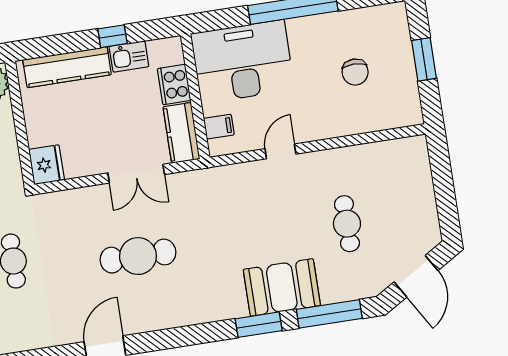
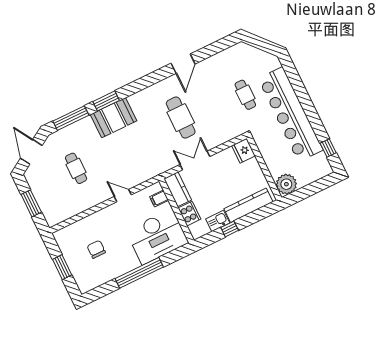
door: (280, 151) -> (123, 196), swing flipped
window: (444, 187) -> (31, 203), added
cafe table: (138, 256) -> (181, 118), turned 90
booth: (282, 287) -> (113, 118), moved

